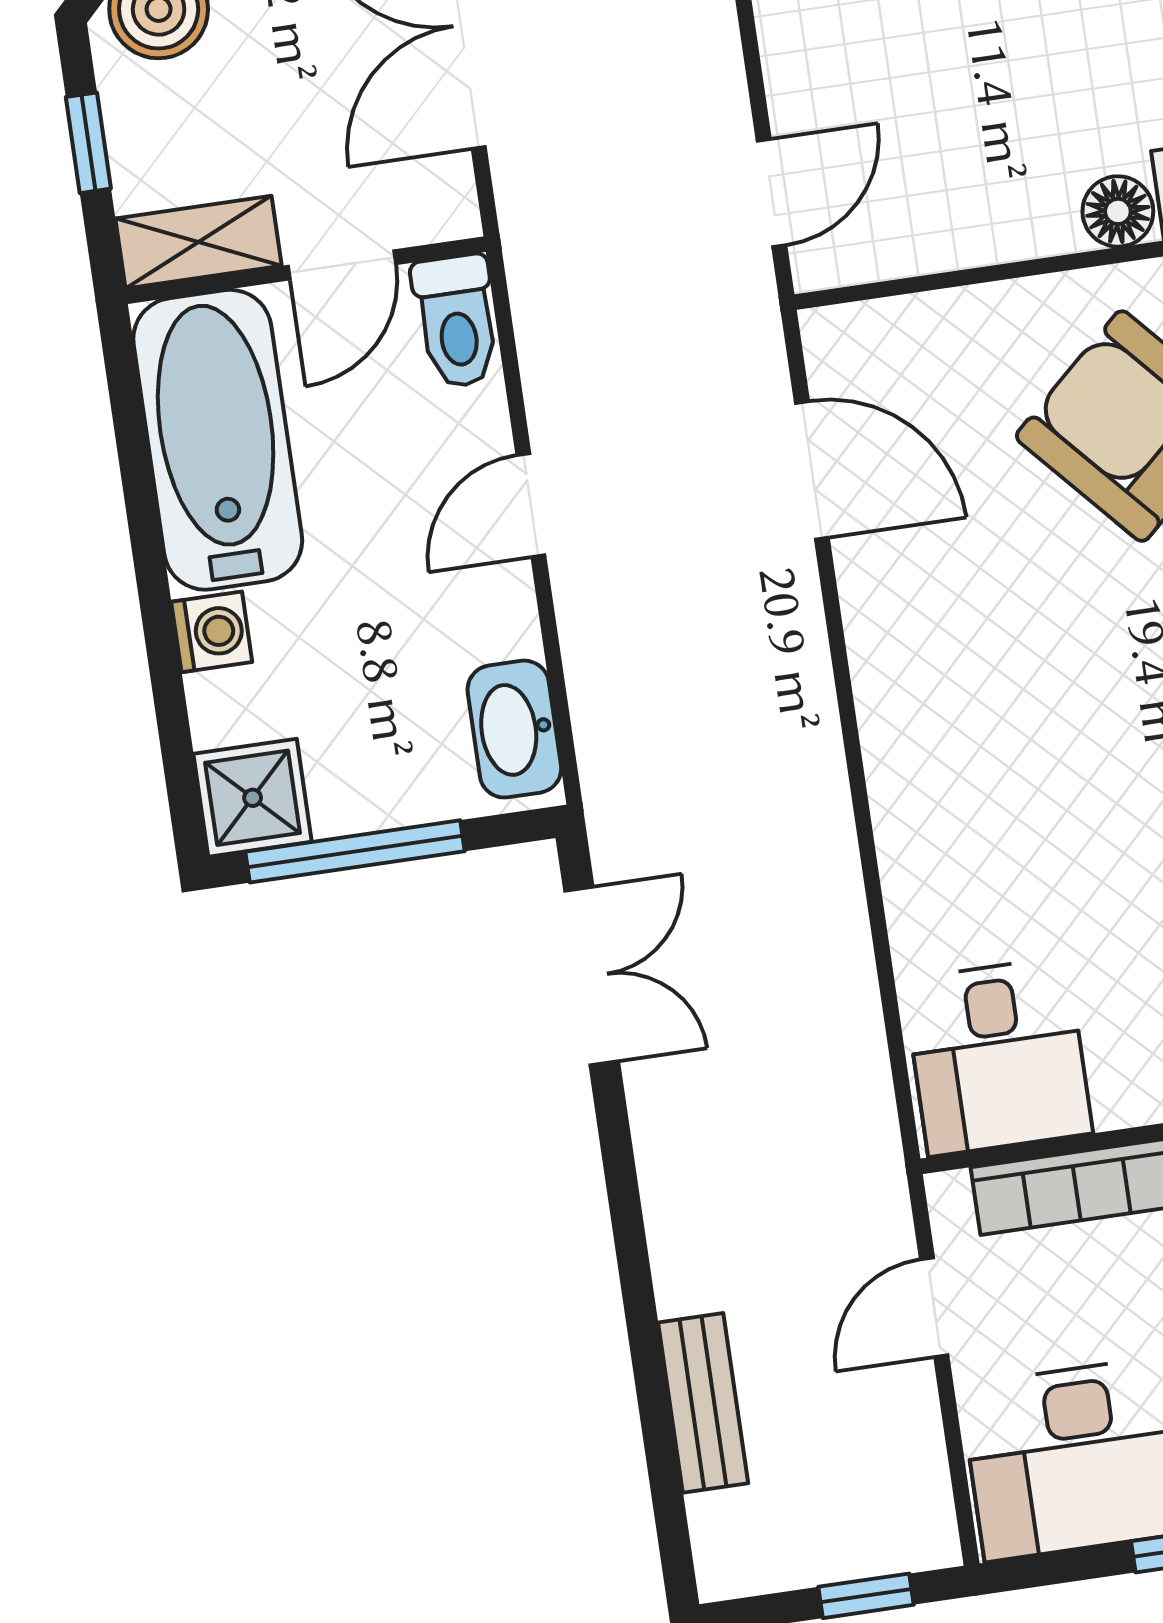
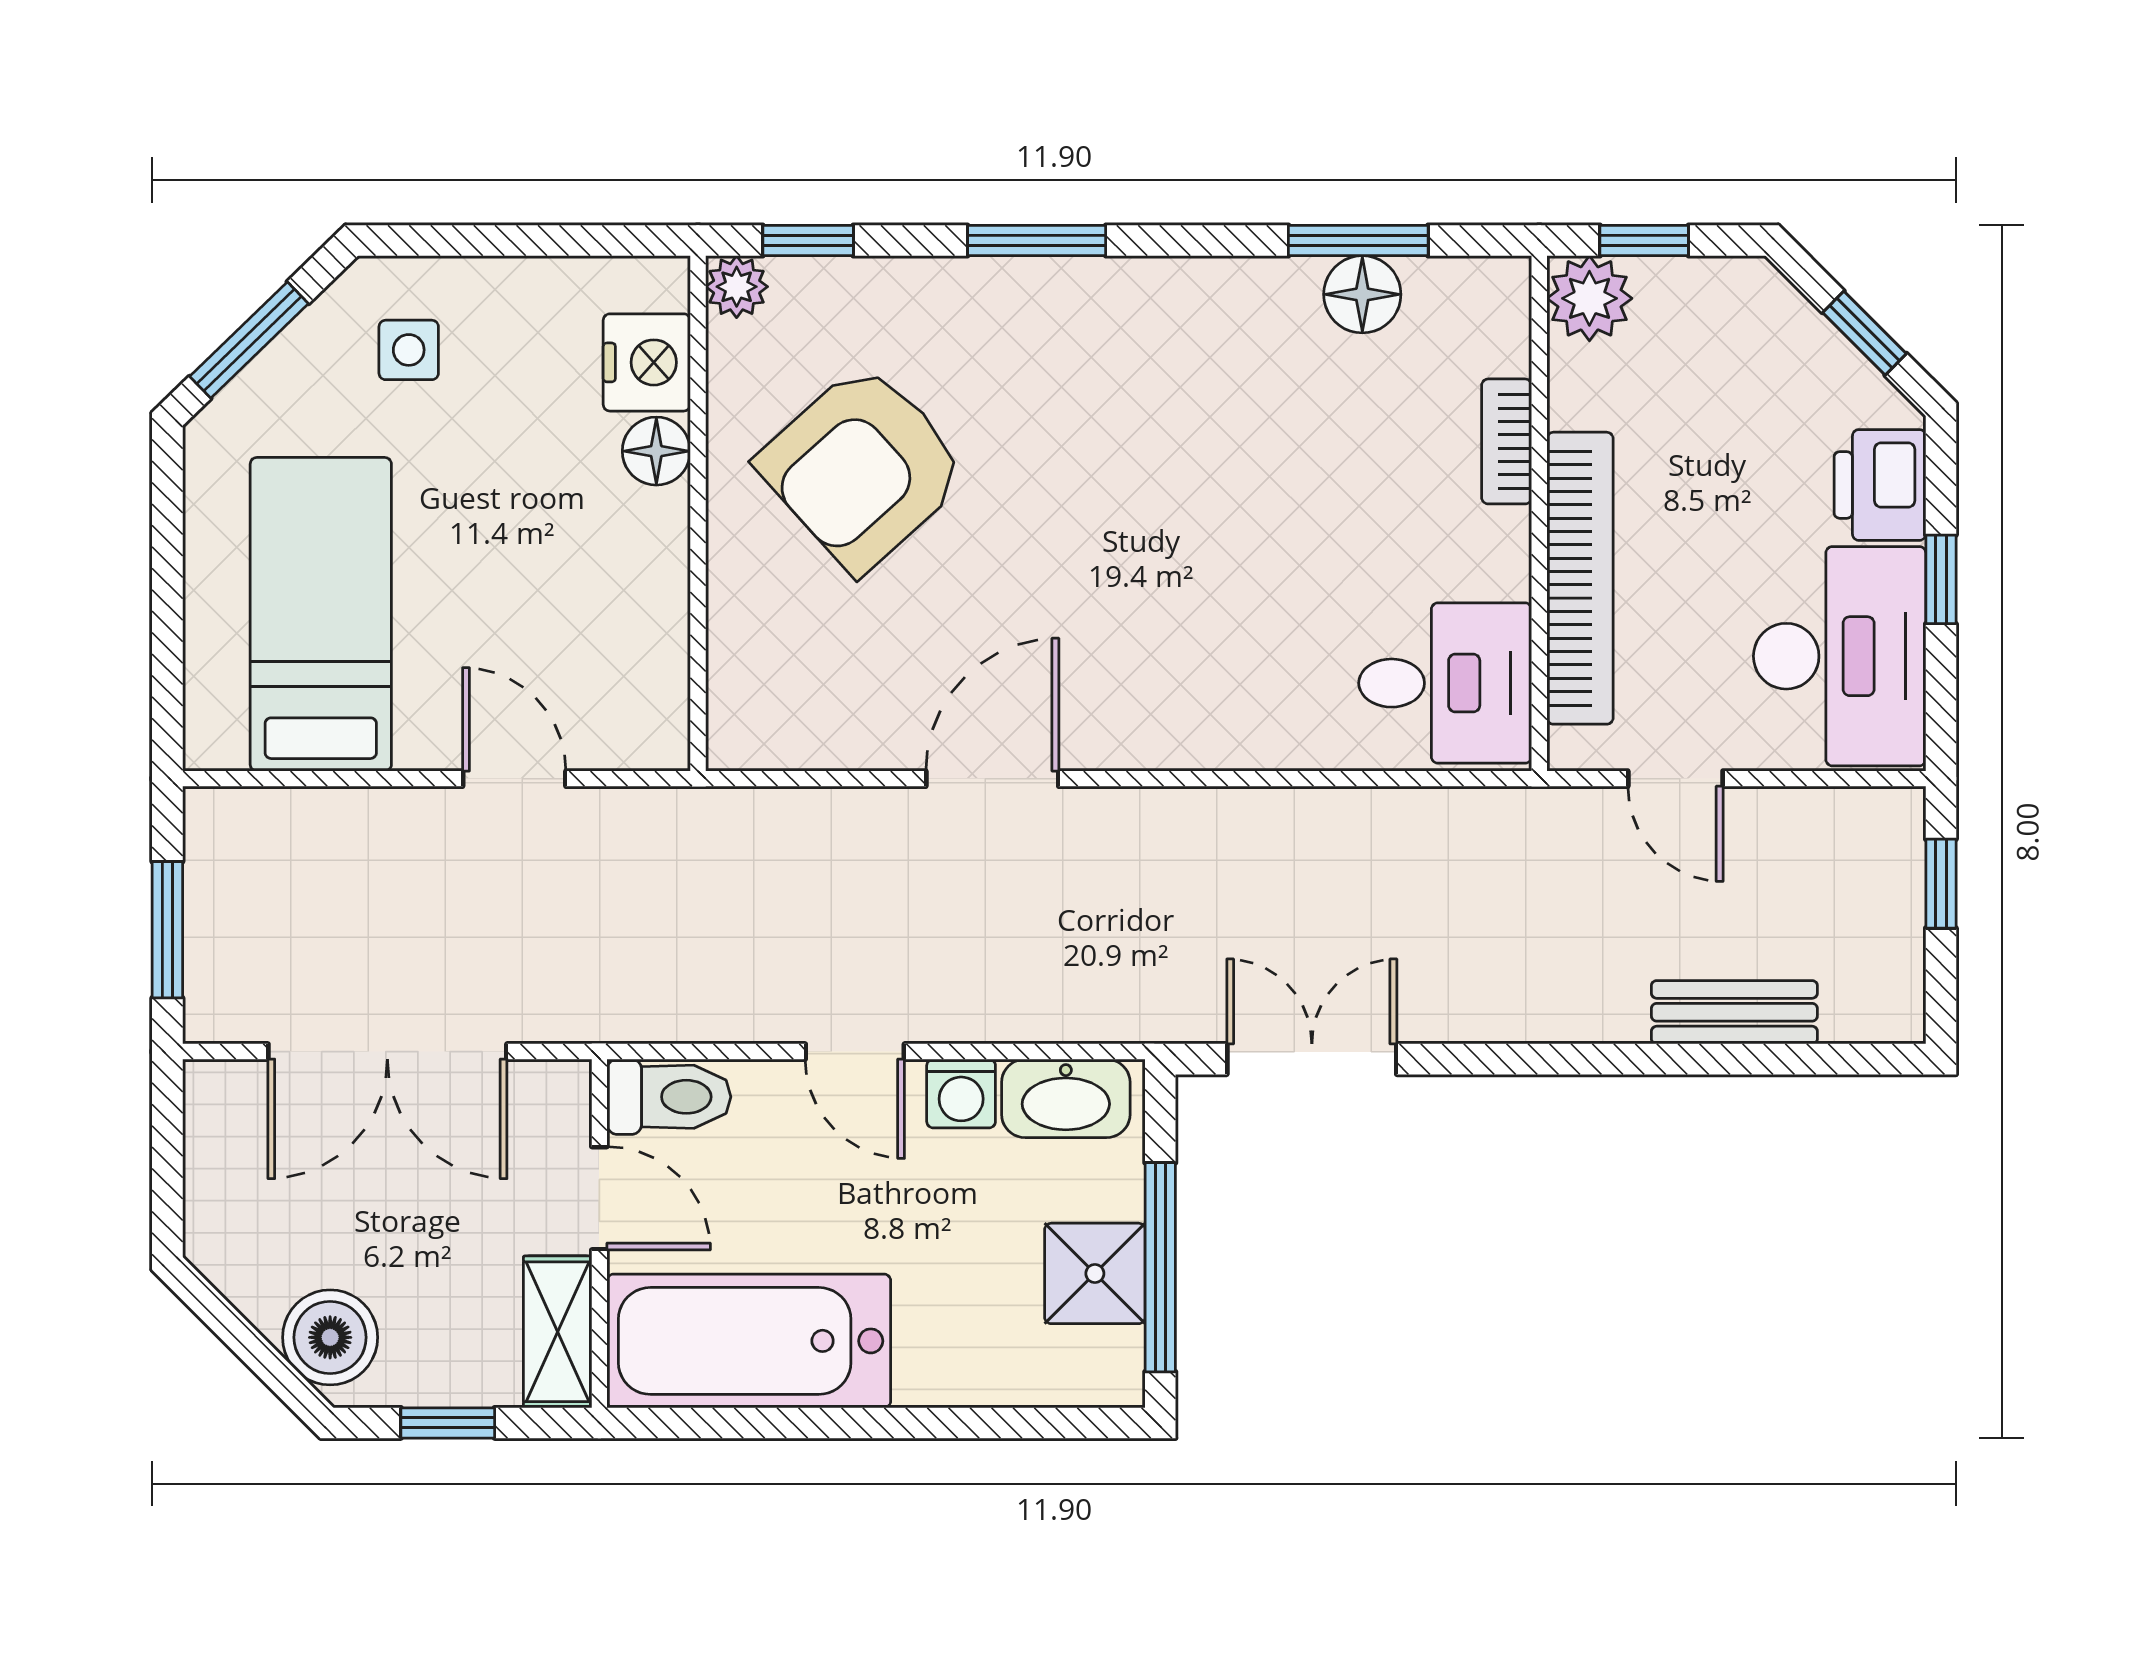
door: (772, 193) -> (514, 779), moved
door: (812, 470) -> (992, 779), moved
washing machine: (212, 632) -> (961, 1093), moved, turned 180
shower: (253, 798) -> (1095, 1273), moved

